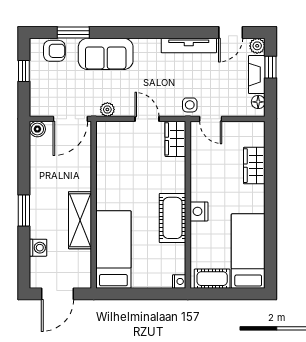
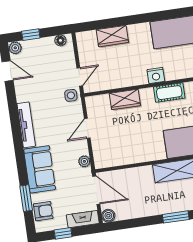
tv unit: (189, 45) -> (26, 125), moved
armchair: (54, 51) -> (43, 211), turned 90
fireplace: (257, 75) -> (83, 219), moved, turned 180
wardrobe: (175, 139) -> (125, 99), moved
cot: (172, 218) -> (169, 93), width x0.73, depth x0.75

